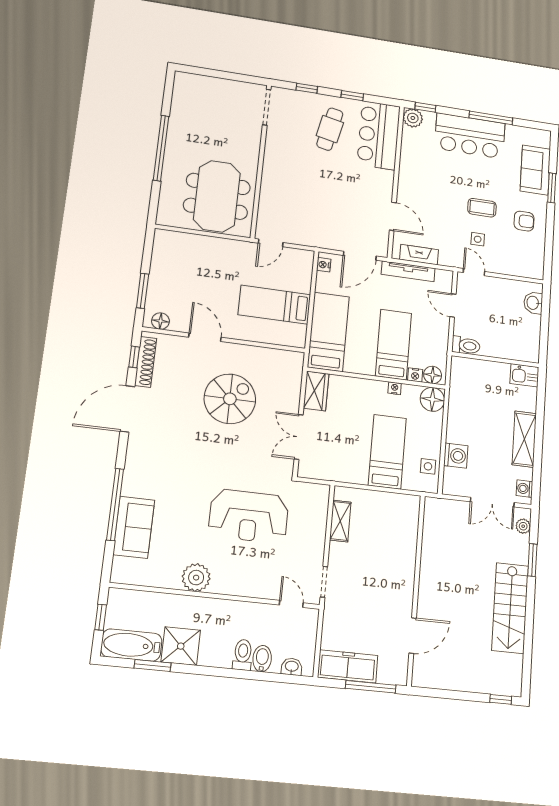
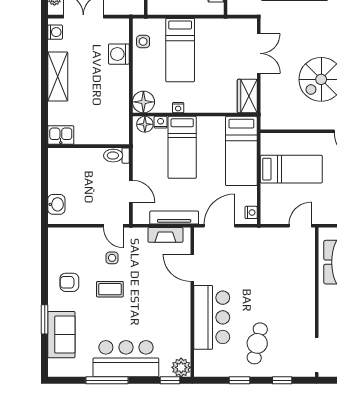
bar counter: (379, 135) -> (212, 317), moved

